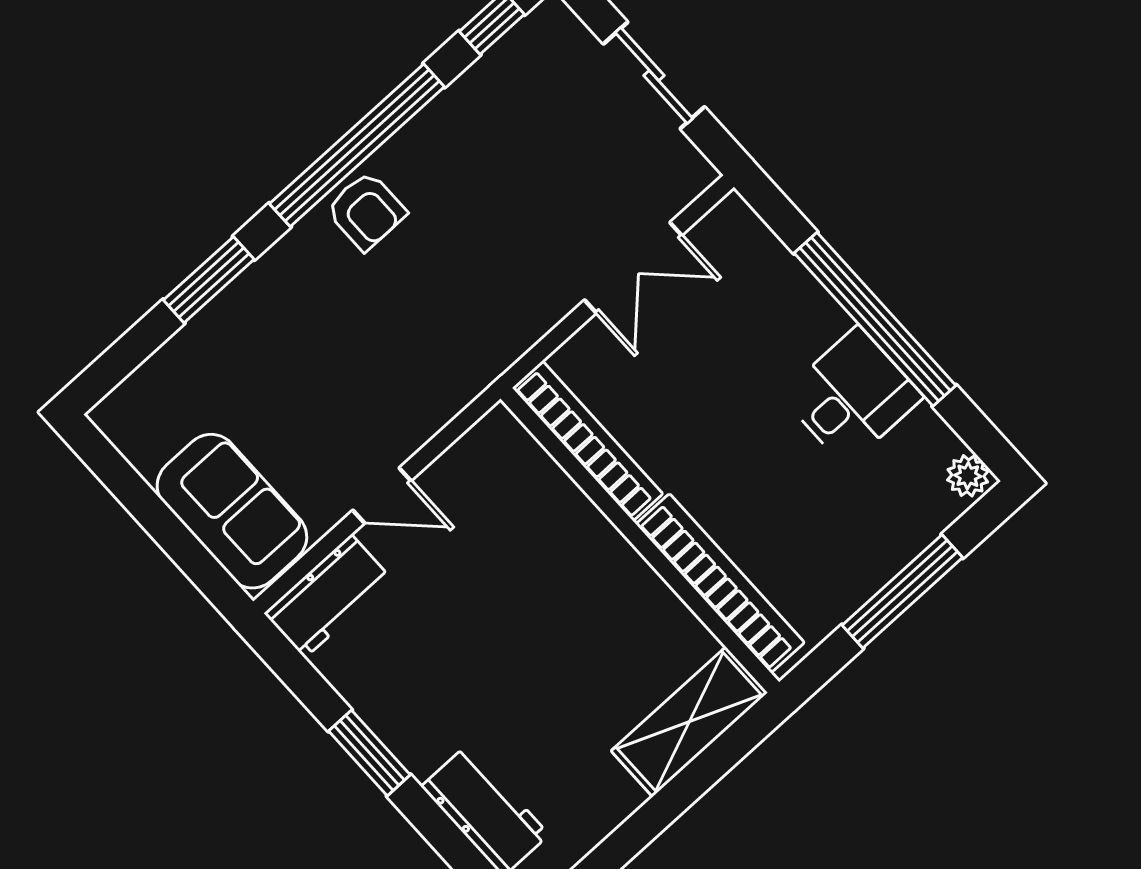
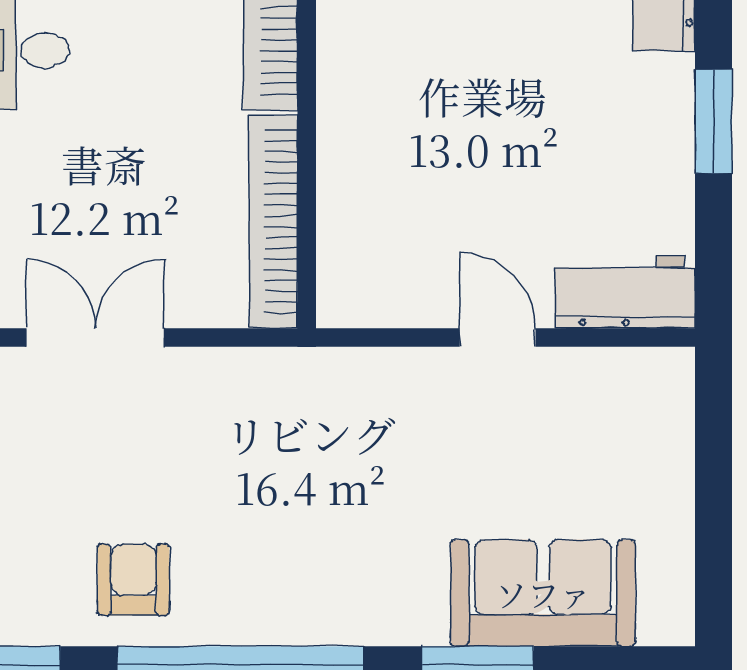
armchair: (366, 211) -> (133, 580), moved
sofa: (232, 511) -> (543, 593), moved, turned 90

